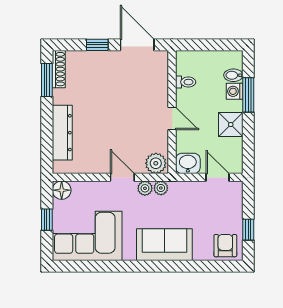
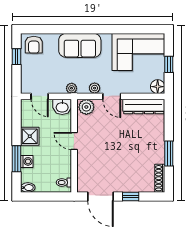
bidet: (233, 75) -> (28, 188), moved
window: (47, 80) -> (169, 153), moved
toilet: (186, 82) -> (64, 182), moved
dresser: (62, 133) -> (144, 107), moved, turned -90
plant: (161, 188) -> (72, 88), moved

